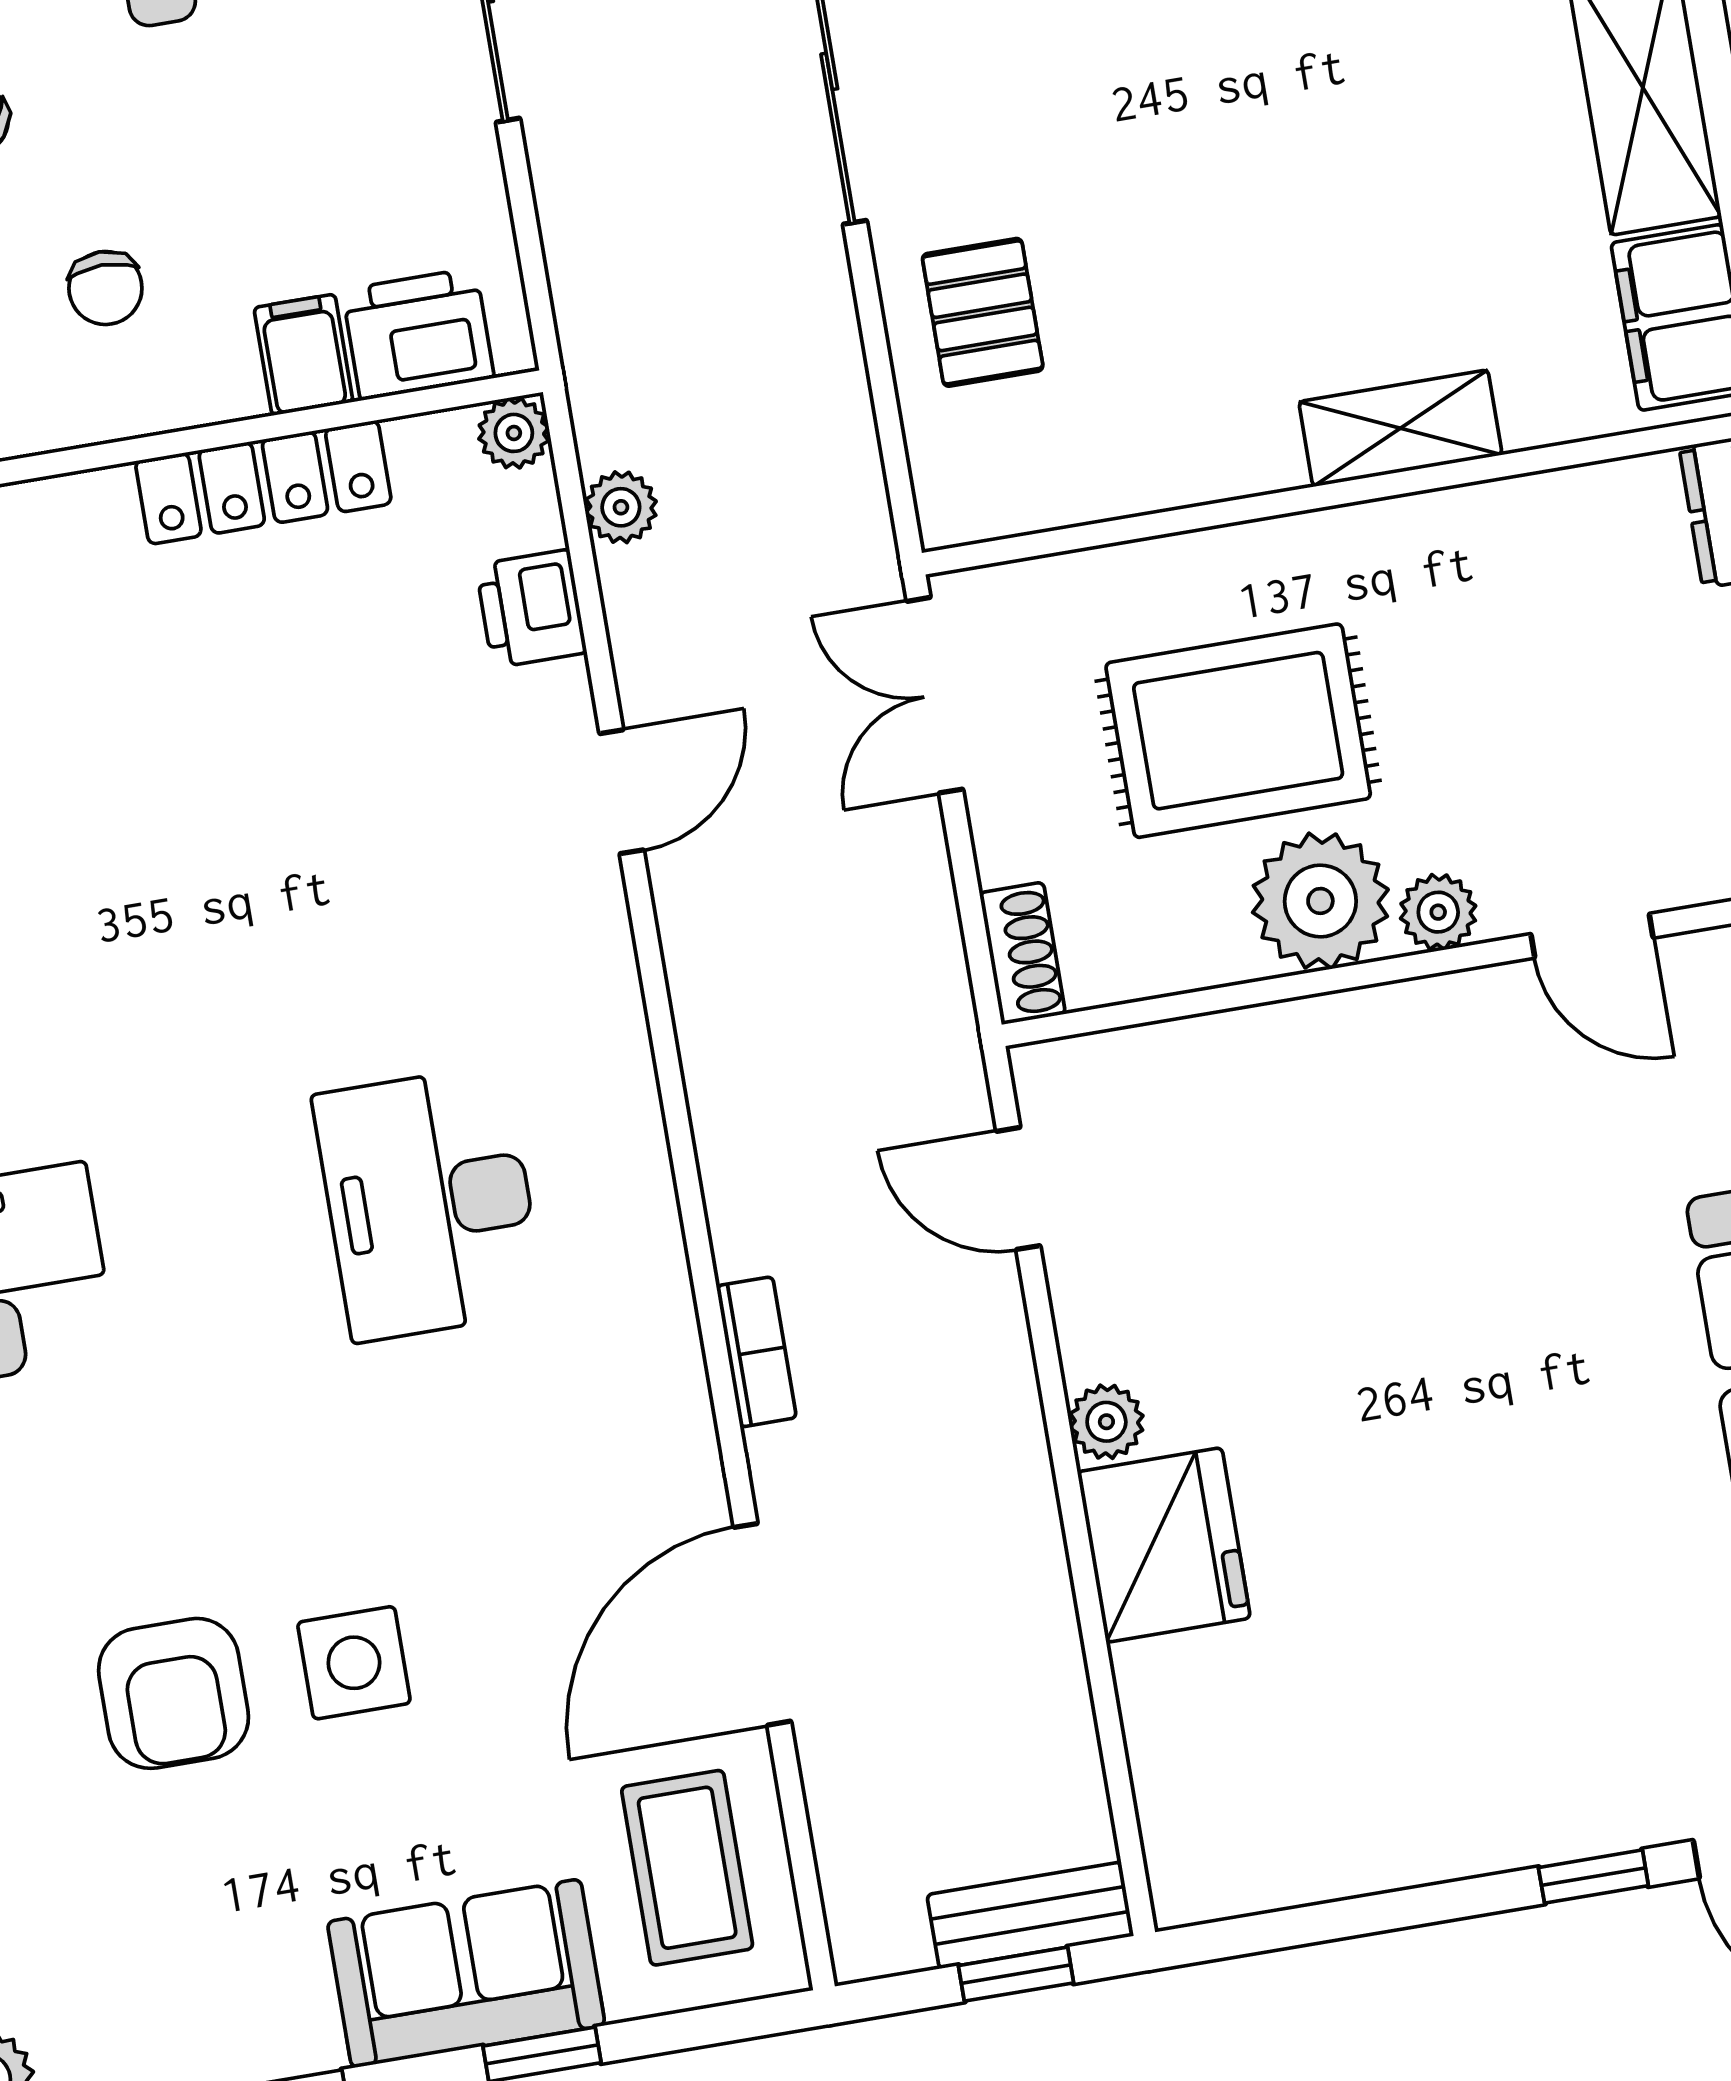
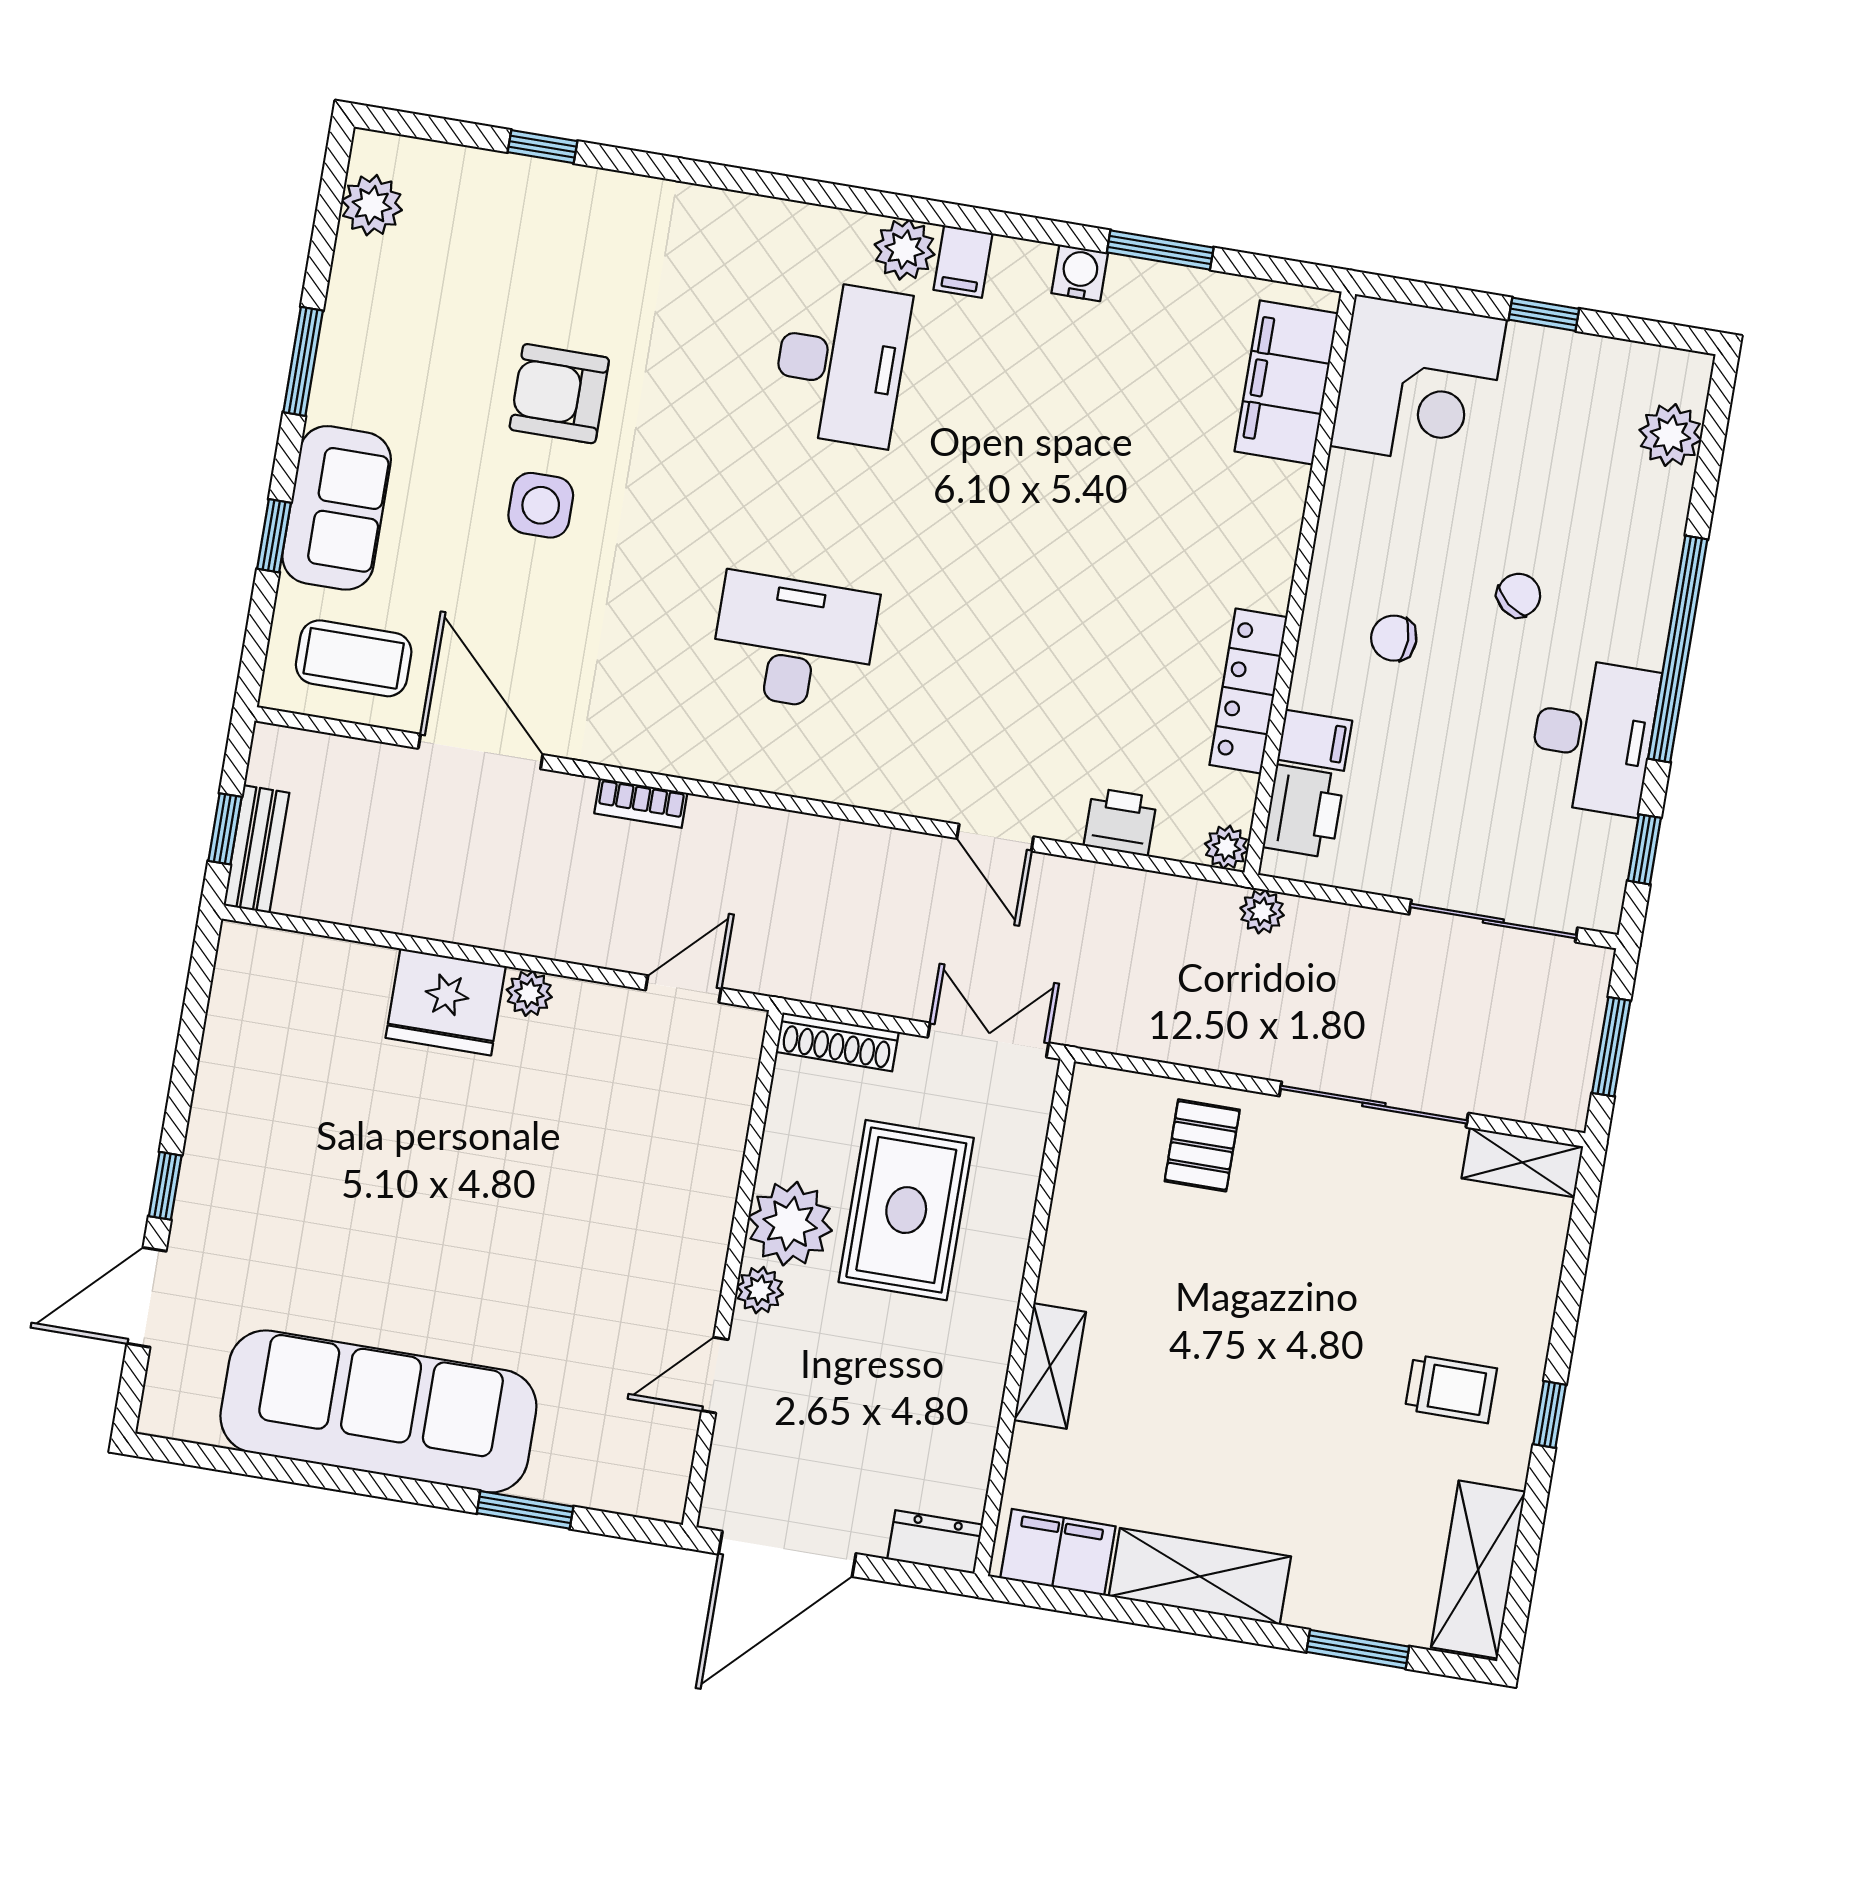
pallet: (983, 312) -> (1202, 1145), turned 90
plant: (621, 507) -> (1262, 912), moved
shoe rack: (1022, 953) -> (837, 1042), width x1.43

